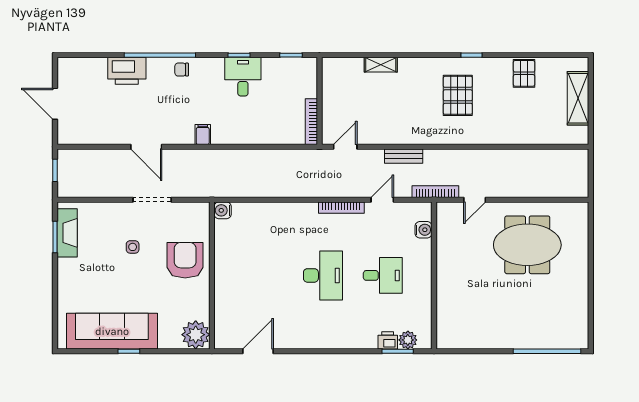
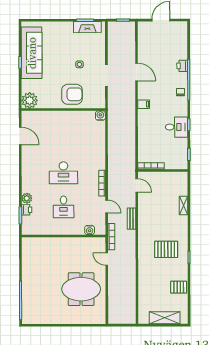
printer: (127, 71) -> (182, 66), width x0.53, depth x0.68
door: (146, 147) -> (137, 72), swing flipped
meeting table: (527, 245) -> (81, 289), turned 90
plant: (408, 340) -> (27, 198), moved

